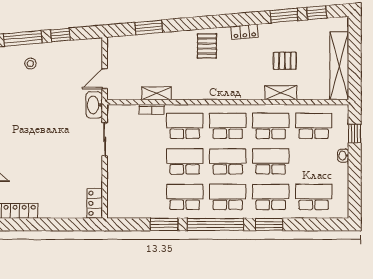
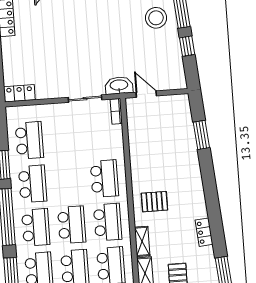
pallet: (207, 46) -> (154, 202), moved
stool: (30, 64) -> (156, 18), width x1.89, depth x1.89
shelving: (156, 93) -> (142, 241), moved
bookcase: (152, 109) -> (116, 111), moved
school desk: (185, 161) -> (29, 140), moved

